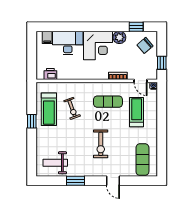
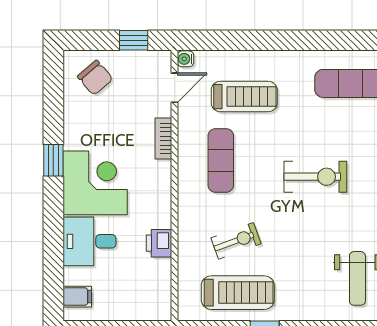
window: (136, 27) -> (53, 160), moved
plant: (119, 37) -> (77, 135), removed
desk: (68, 43) -> (90, 241), width x0.73
printer: (50, 74) -> (159, 243), moved
treadmill: (137, 112) -> (244, 97), turned 180

